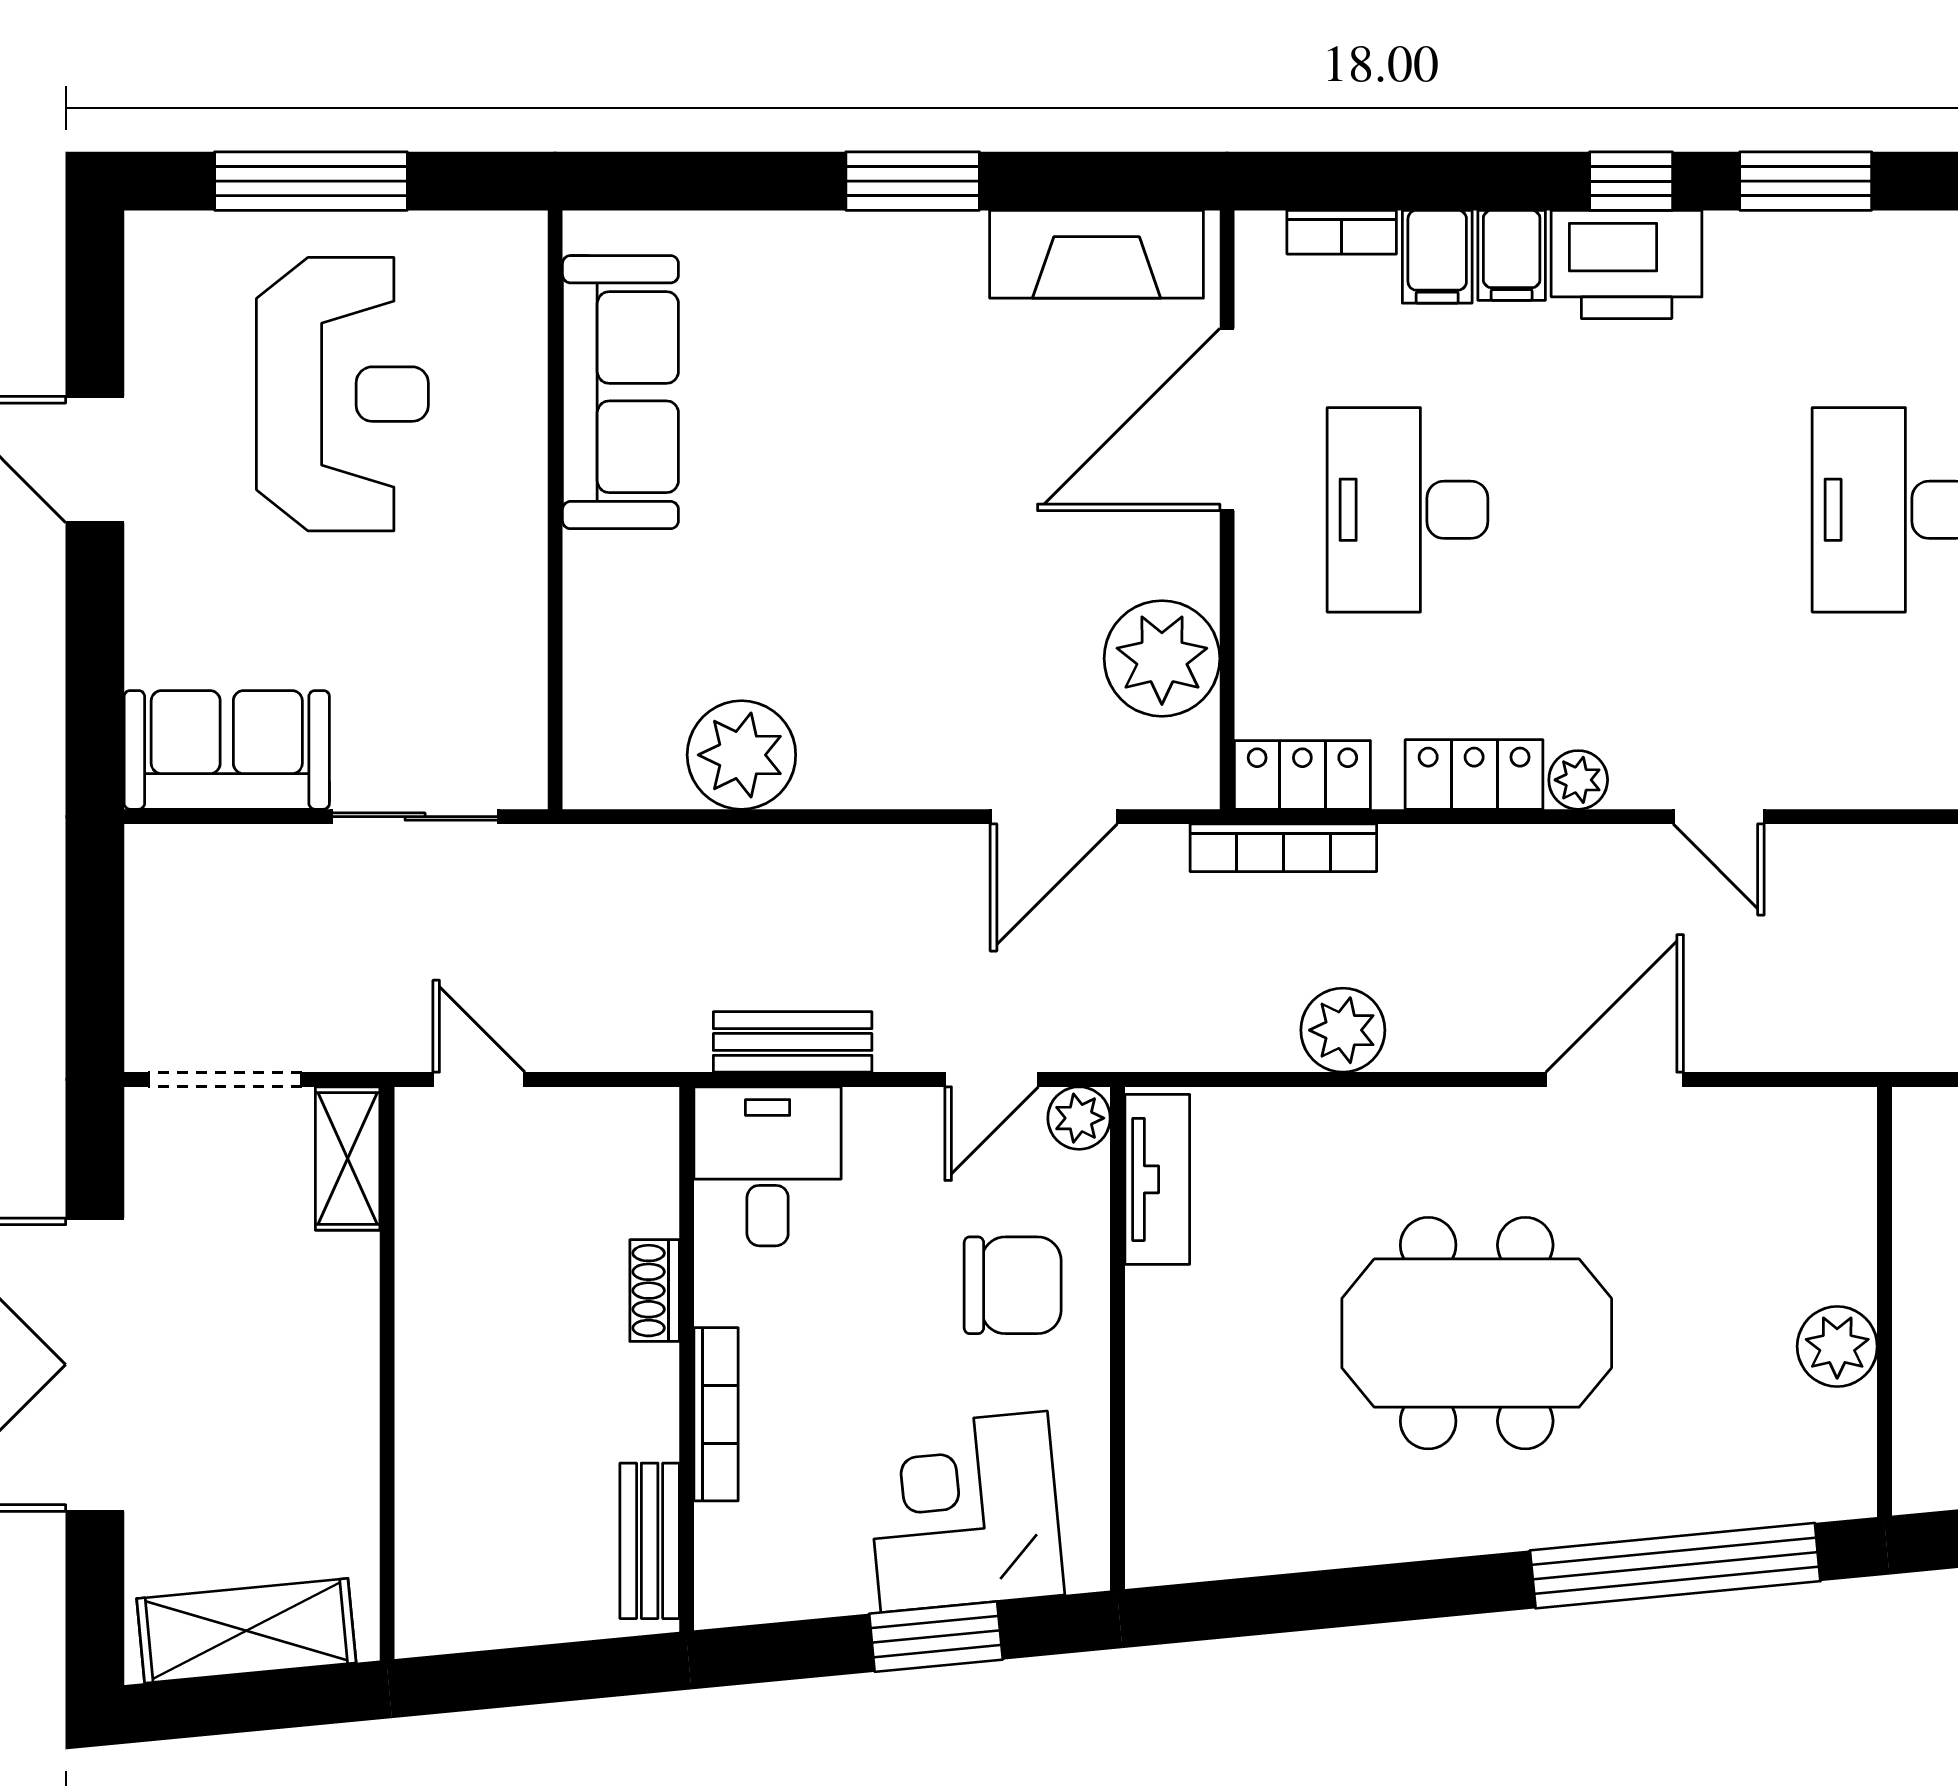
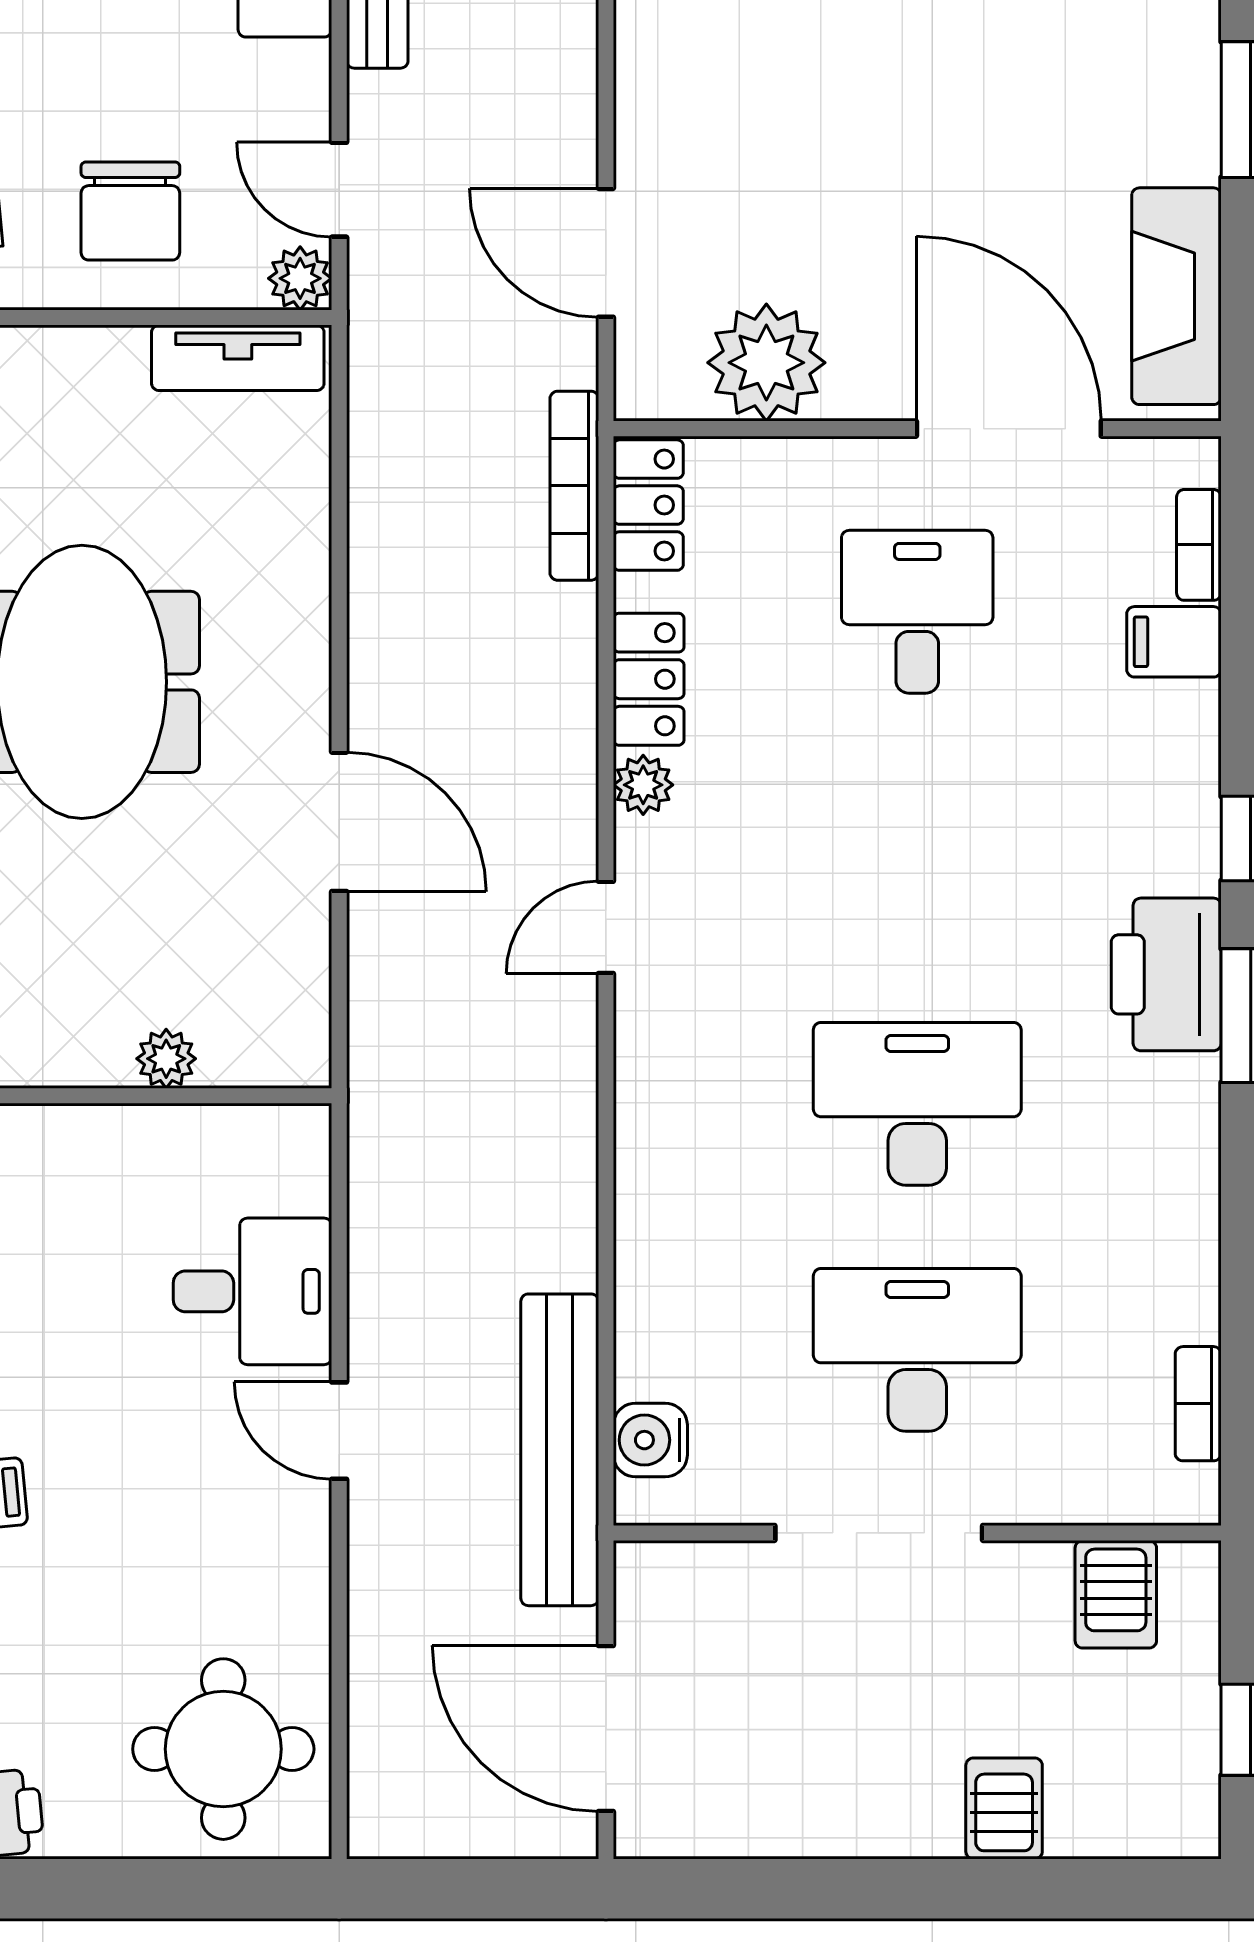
filing cabinet: (1512, 255) -> (1175, 717), removed
printer: (1627, 264) -> (1166, 974), moved
desk: (1408, 510) -> (917, 612), width x0.73
plant: (1343, 1030) -> (389, 546), removed
plant: (1837, 1346) -> (166, 1059), moved, width x0.73, depth x0.73

